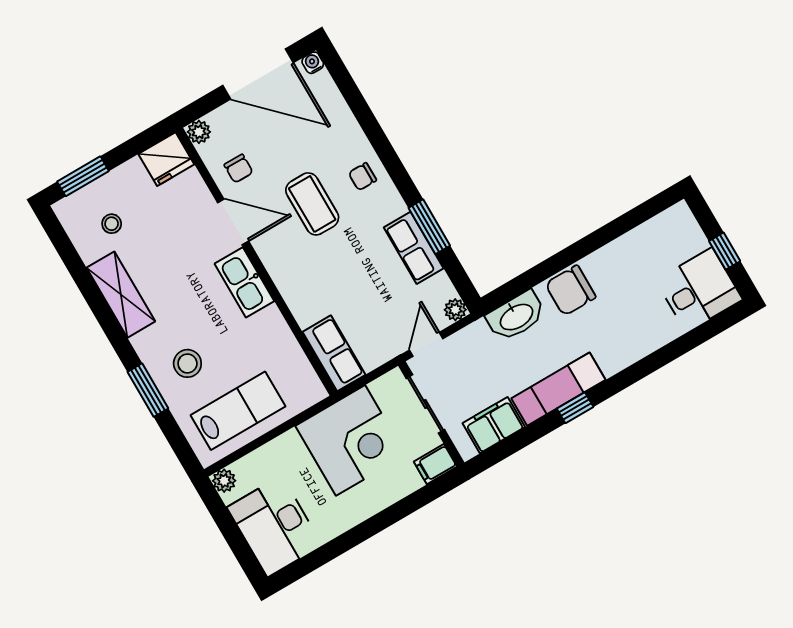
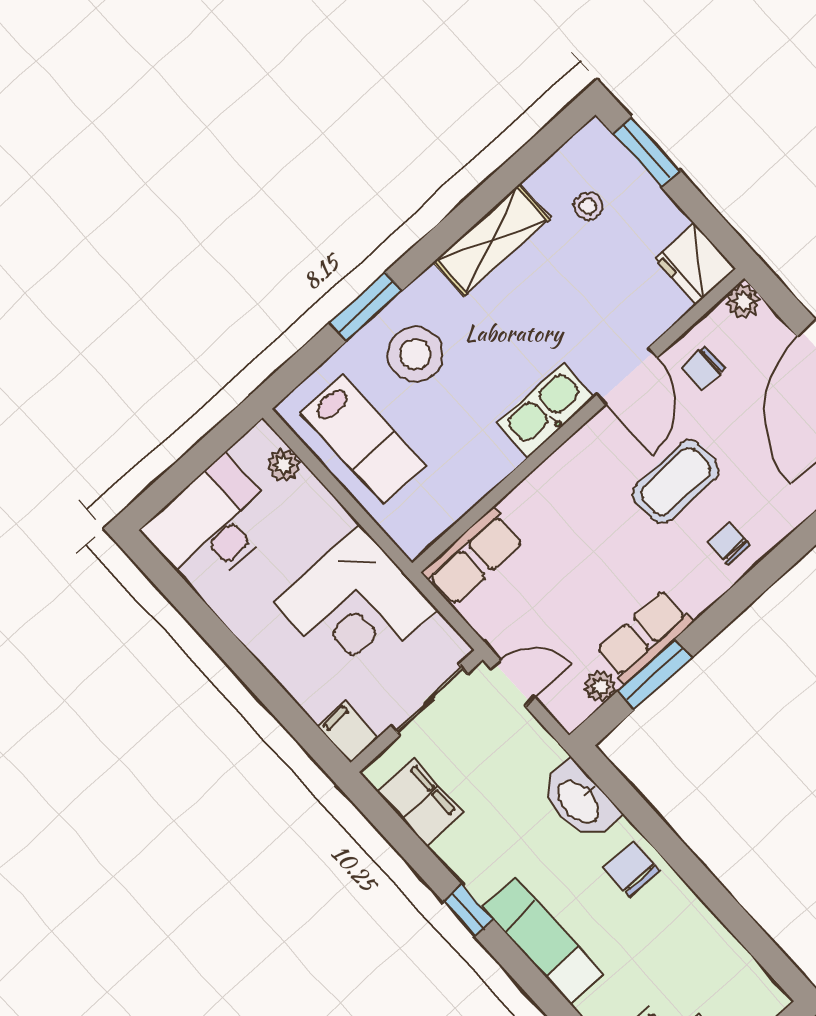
window: (429, 227) -> (654, 675), moved
chair: (570, 290) -> (631, 869), width x0.73, depth x0.73
plant: (455, 310) -> (600, 686), moved
stool: (187, 363) -> (415, 354), width x1.38, depth x1.38
exam couch: (558, 389) -> (543, 940), moved
plant: (224, 481) -> (284, 465), moved

